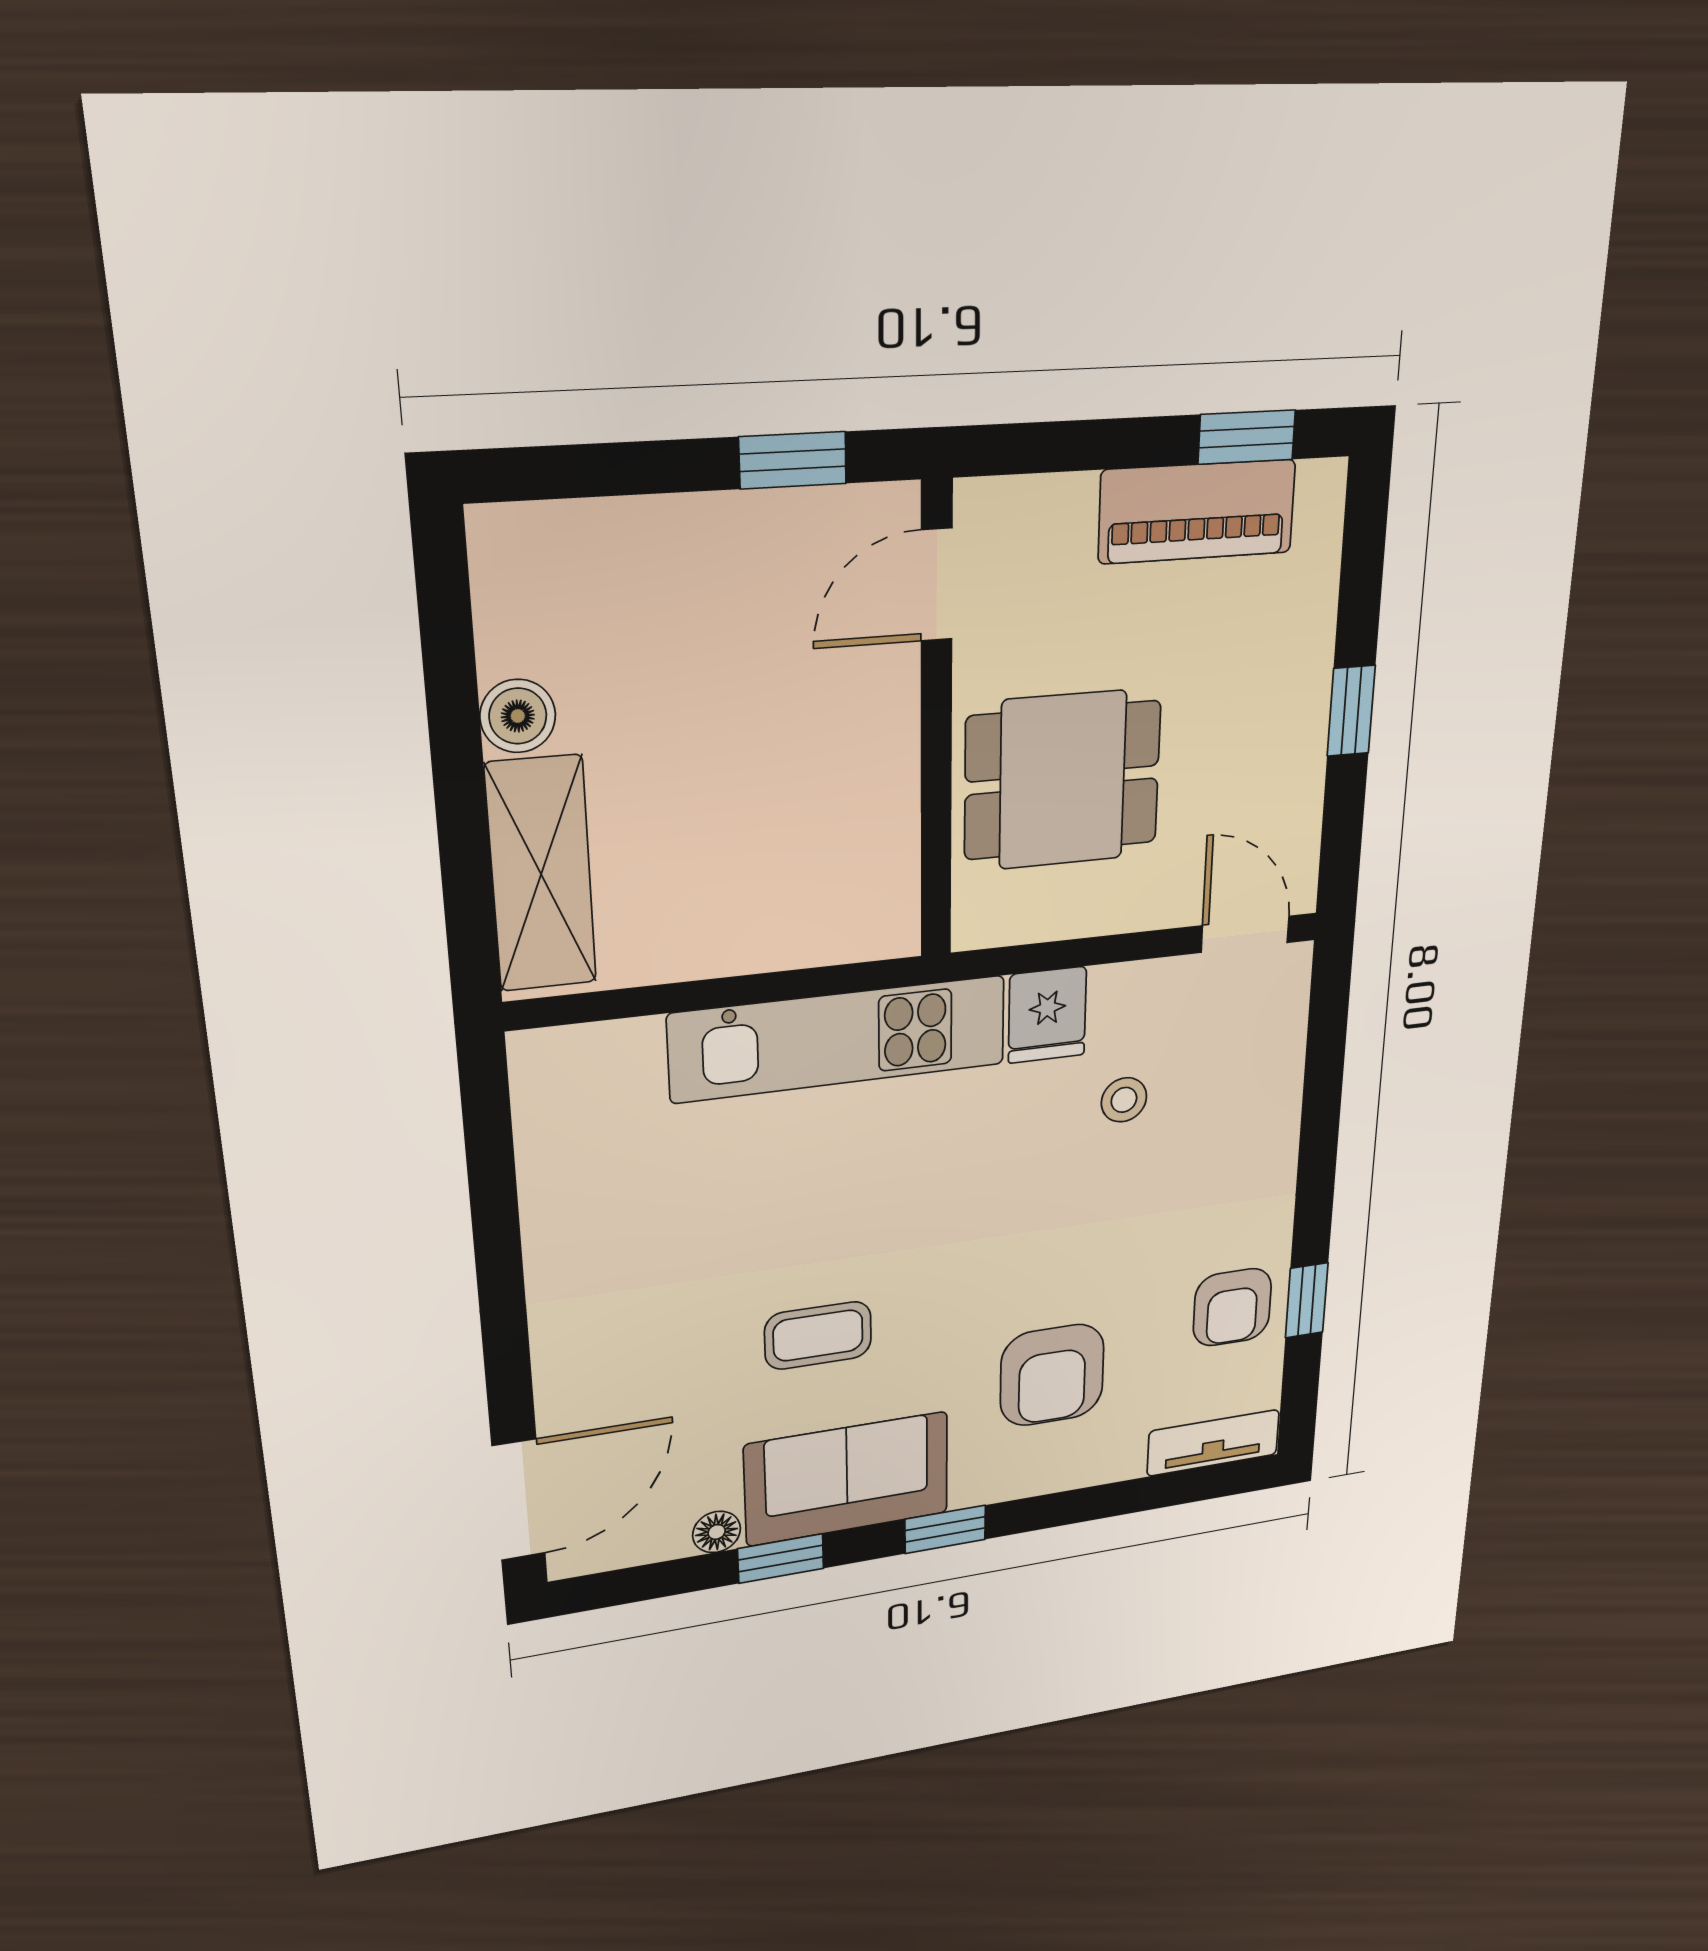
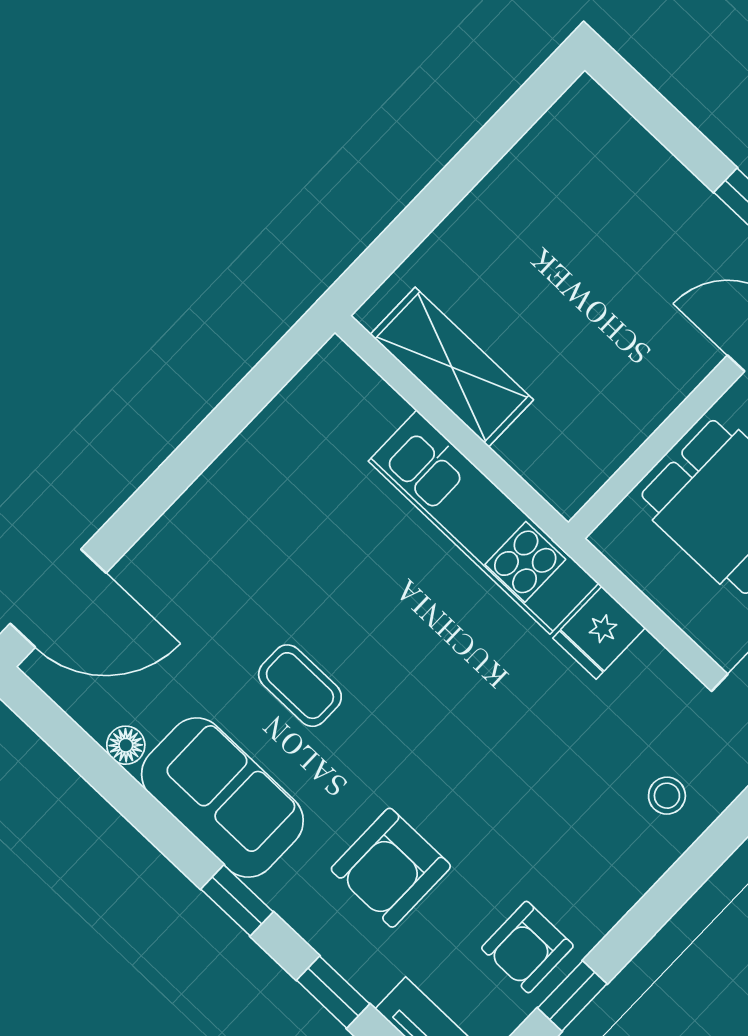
boiler: (518, 716) -> (506, 187), removed
shelving: (541, 874) -> (452, 367), moved, turned 90
stool: (1124, 1100) -> (667, 796), moved
window: (781, 1559) -> (333, 992), moved

